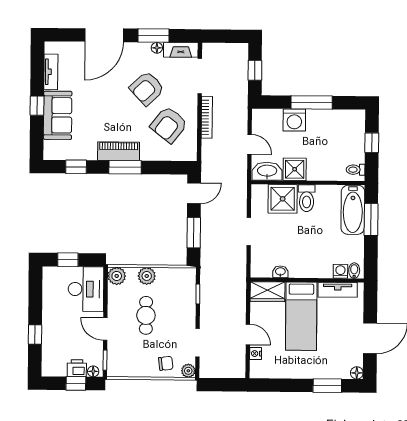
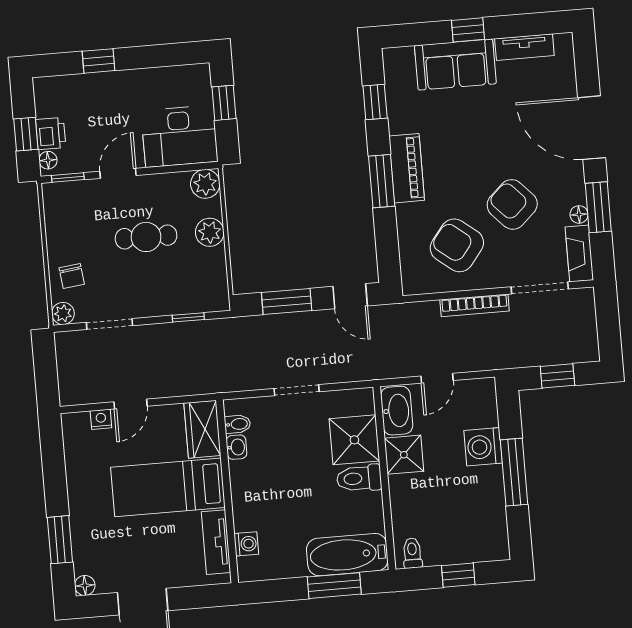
bidet: (354, 271) -> (238, 424), moved

